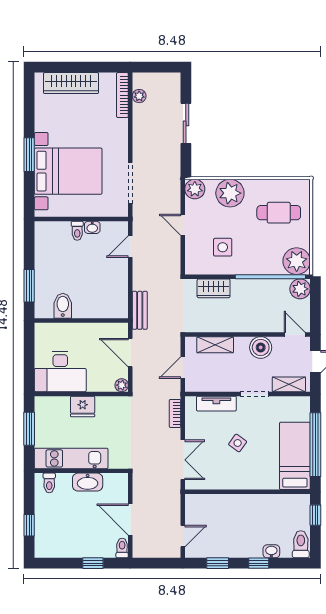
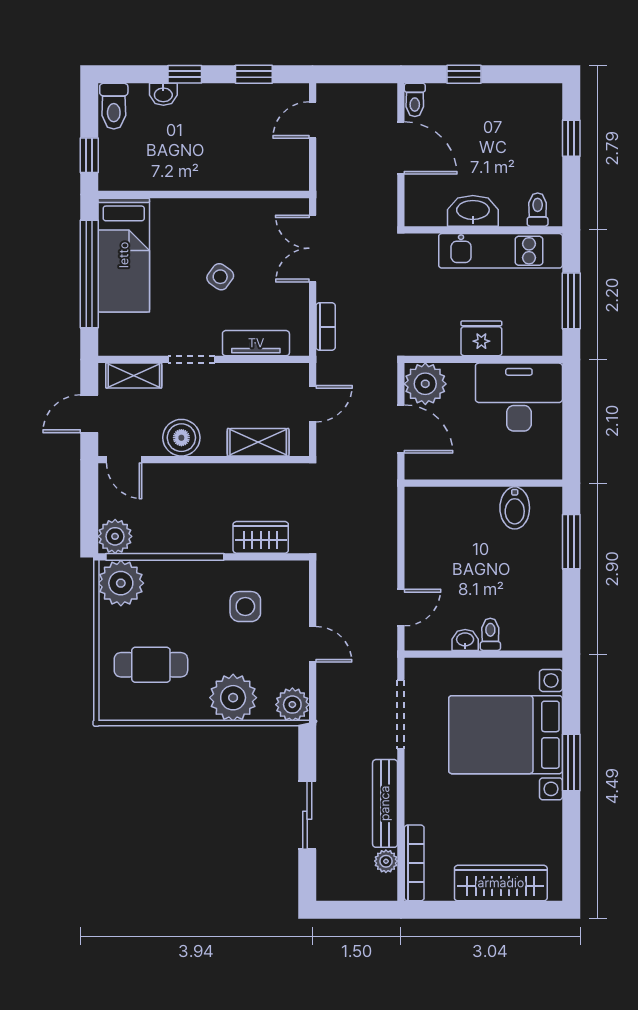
bench: (140, 310) -> (385, 803), moved, width x1.36
plant: (122, 385) -> (425, 384), width x1.88, depth x1.88

